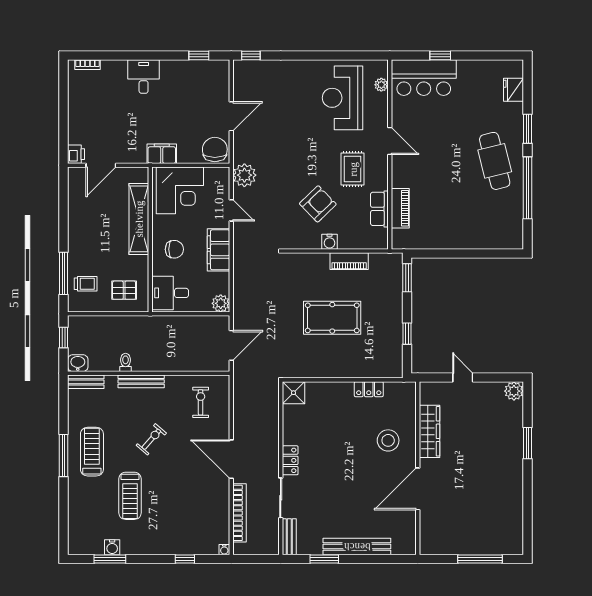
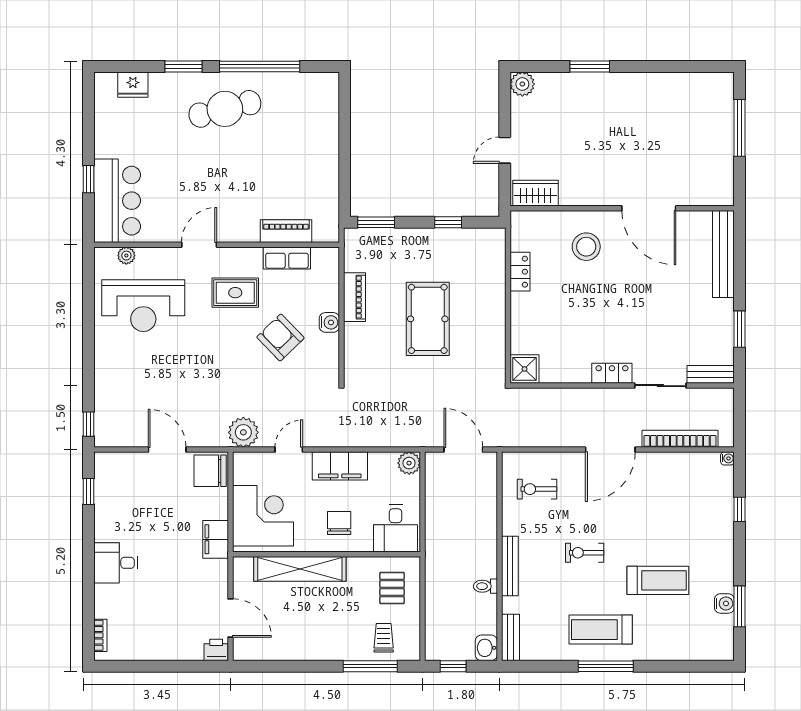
wardrobe: (430, 431) -> (535, 193), moved, width x0.67
exercise bike: (151, 439) -> (585, 553), turned -41
bench: (357, 547) -> (723, 254), moved

